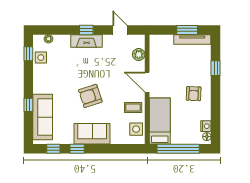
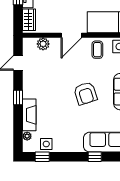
fireplace: (86, 41) -> (29, 115), moved
wardrobe: (162, 41) -> (29, 20), added

